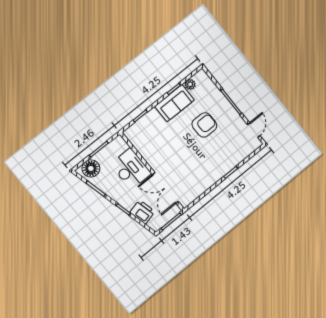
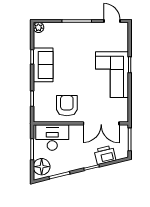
plant: (190, 84) -> (38, 27), moved
armchair: (204, 125) -> (67, 106), moved
corner sofa: (211, 165) -> (112, 75), added
desk: (131, 169) -> (52, 138), moved

